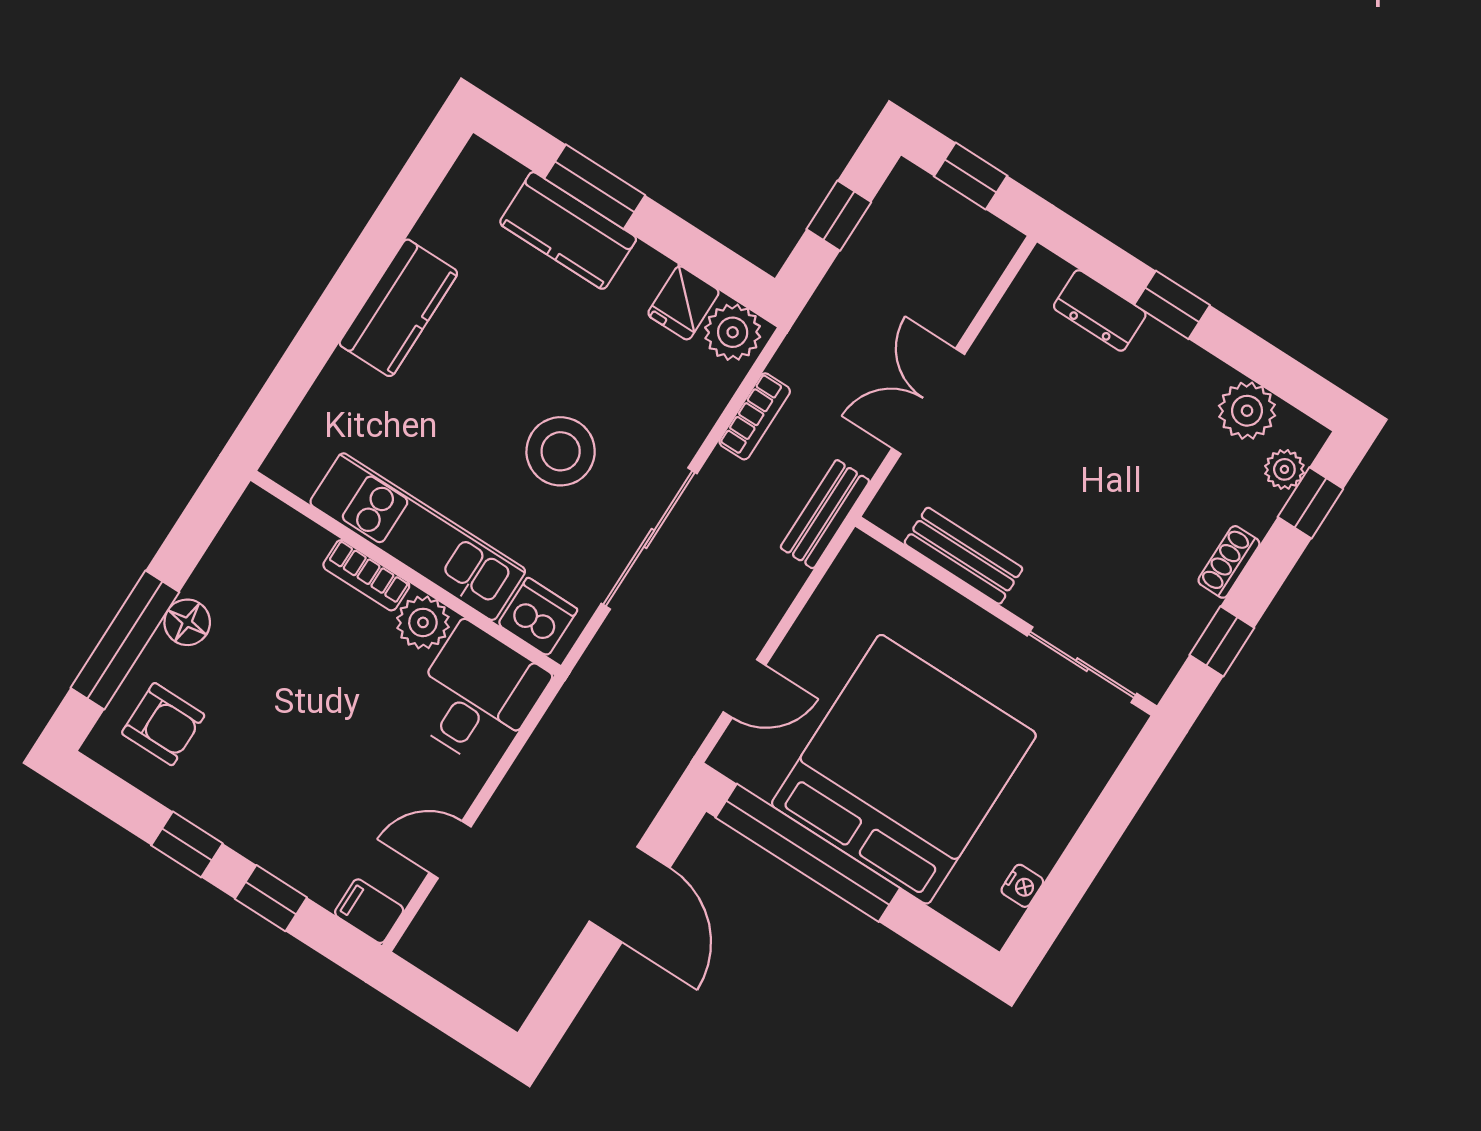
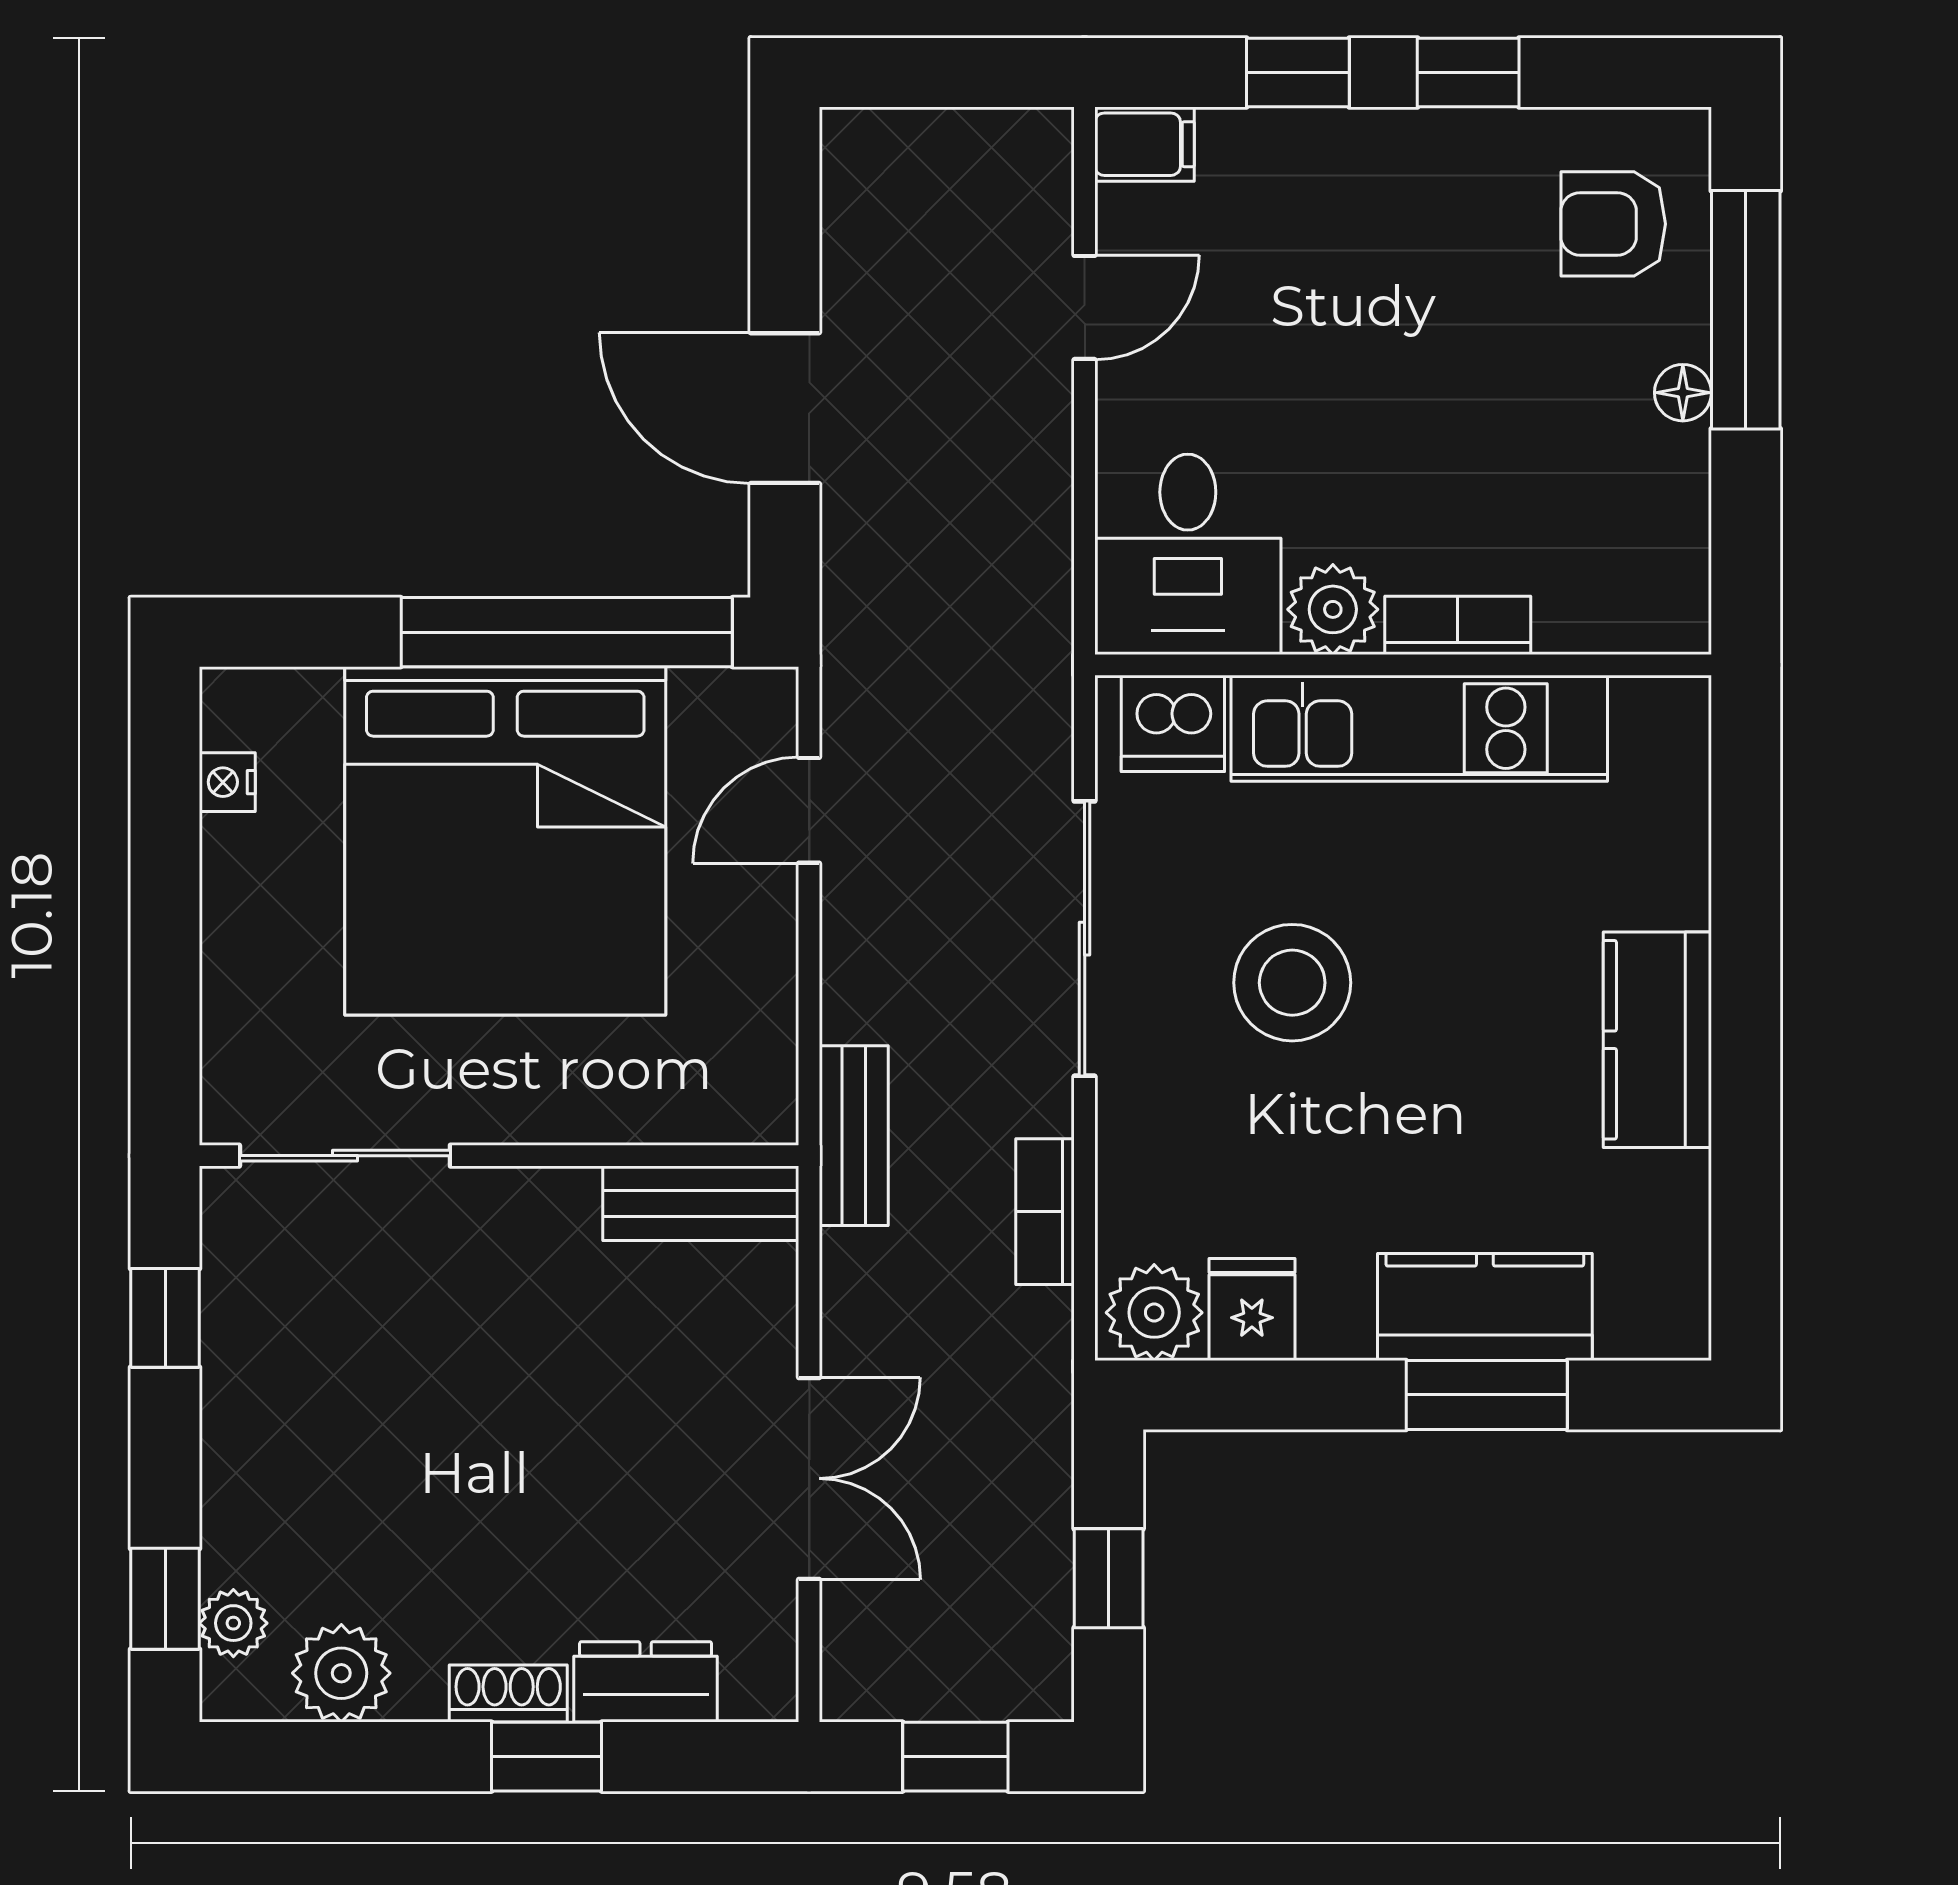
double door: (928, 401) -> (809, 1478), moved
bench: (964, 556) -> (701, 1203), moved
shoe rack: (1229, 562) -> (508, 1694), moved, turned -90
floor lamp: (187, 622) -> (1683, 393), width x0.73, depth x0.73

